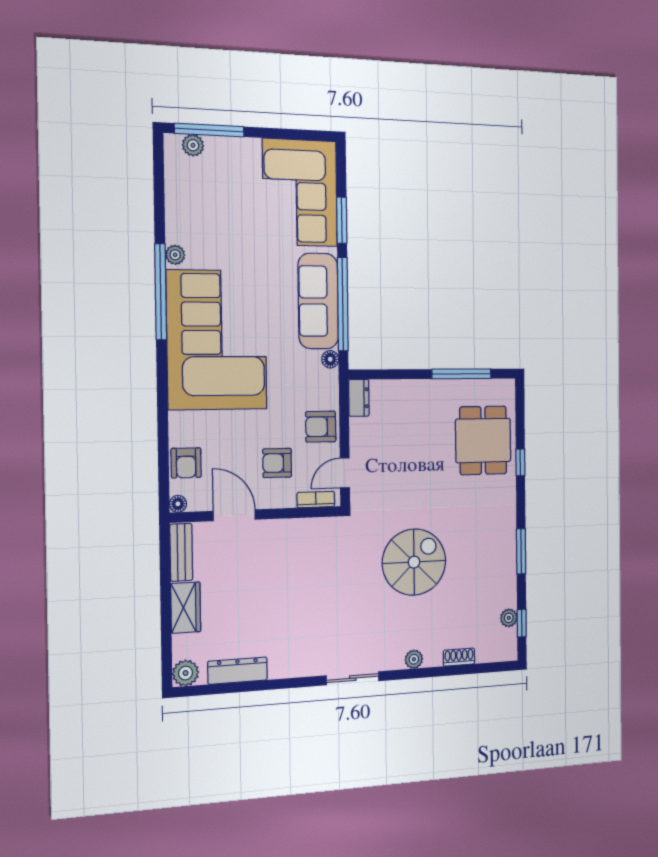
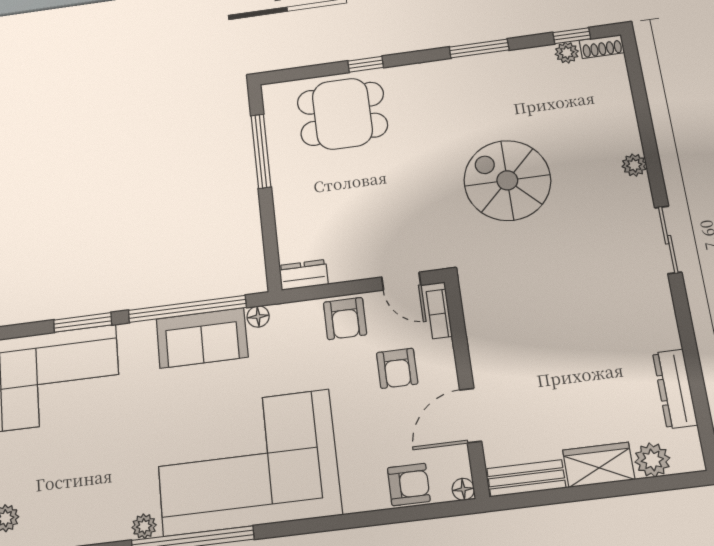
sofa: (318, 301) -> (202, 338), width x0.73
shoe rack: (459, 657) -> (602, 46), moved, turned -90
plant: (186, 673) -> (652, 460), moved

